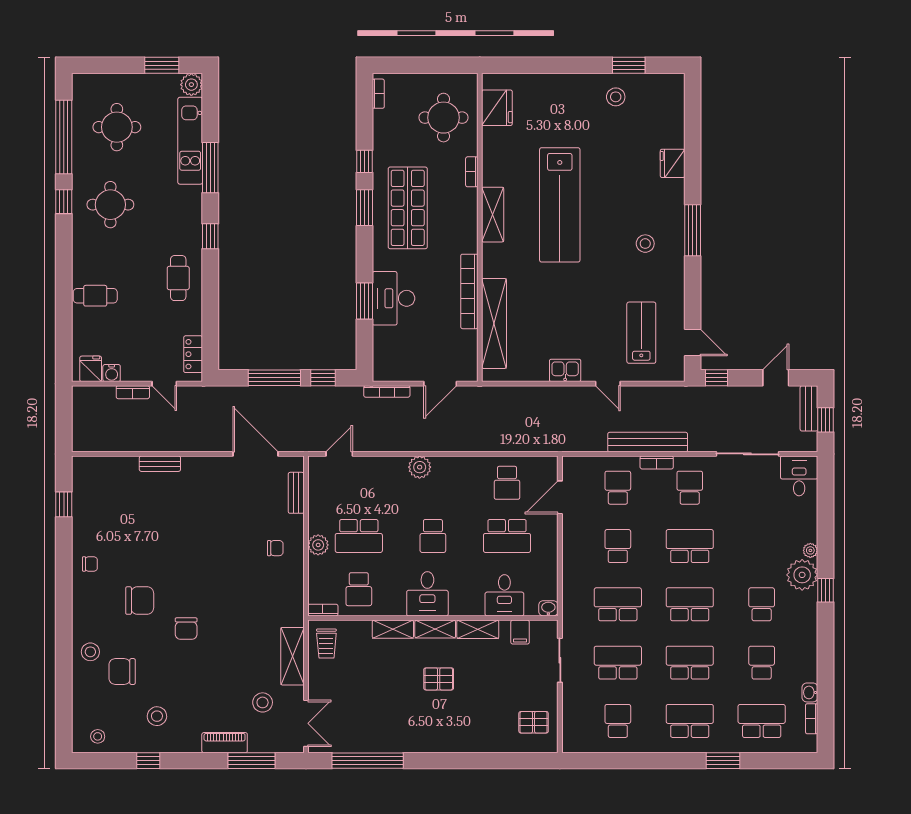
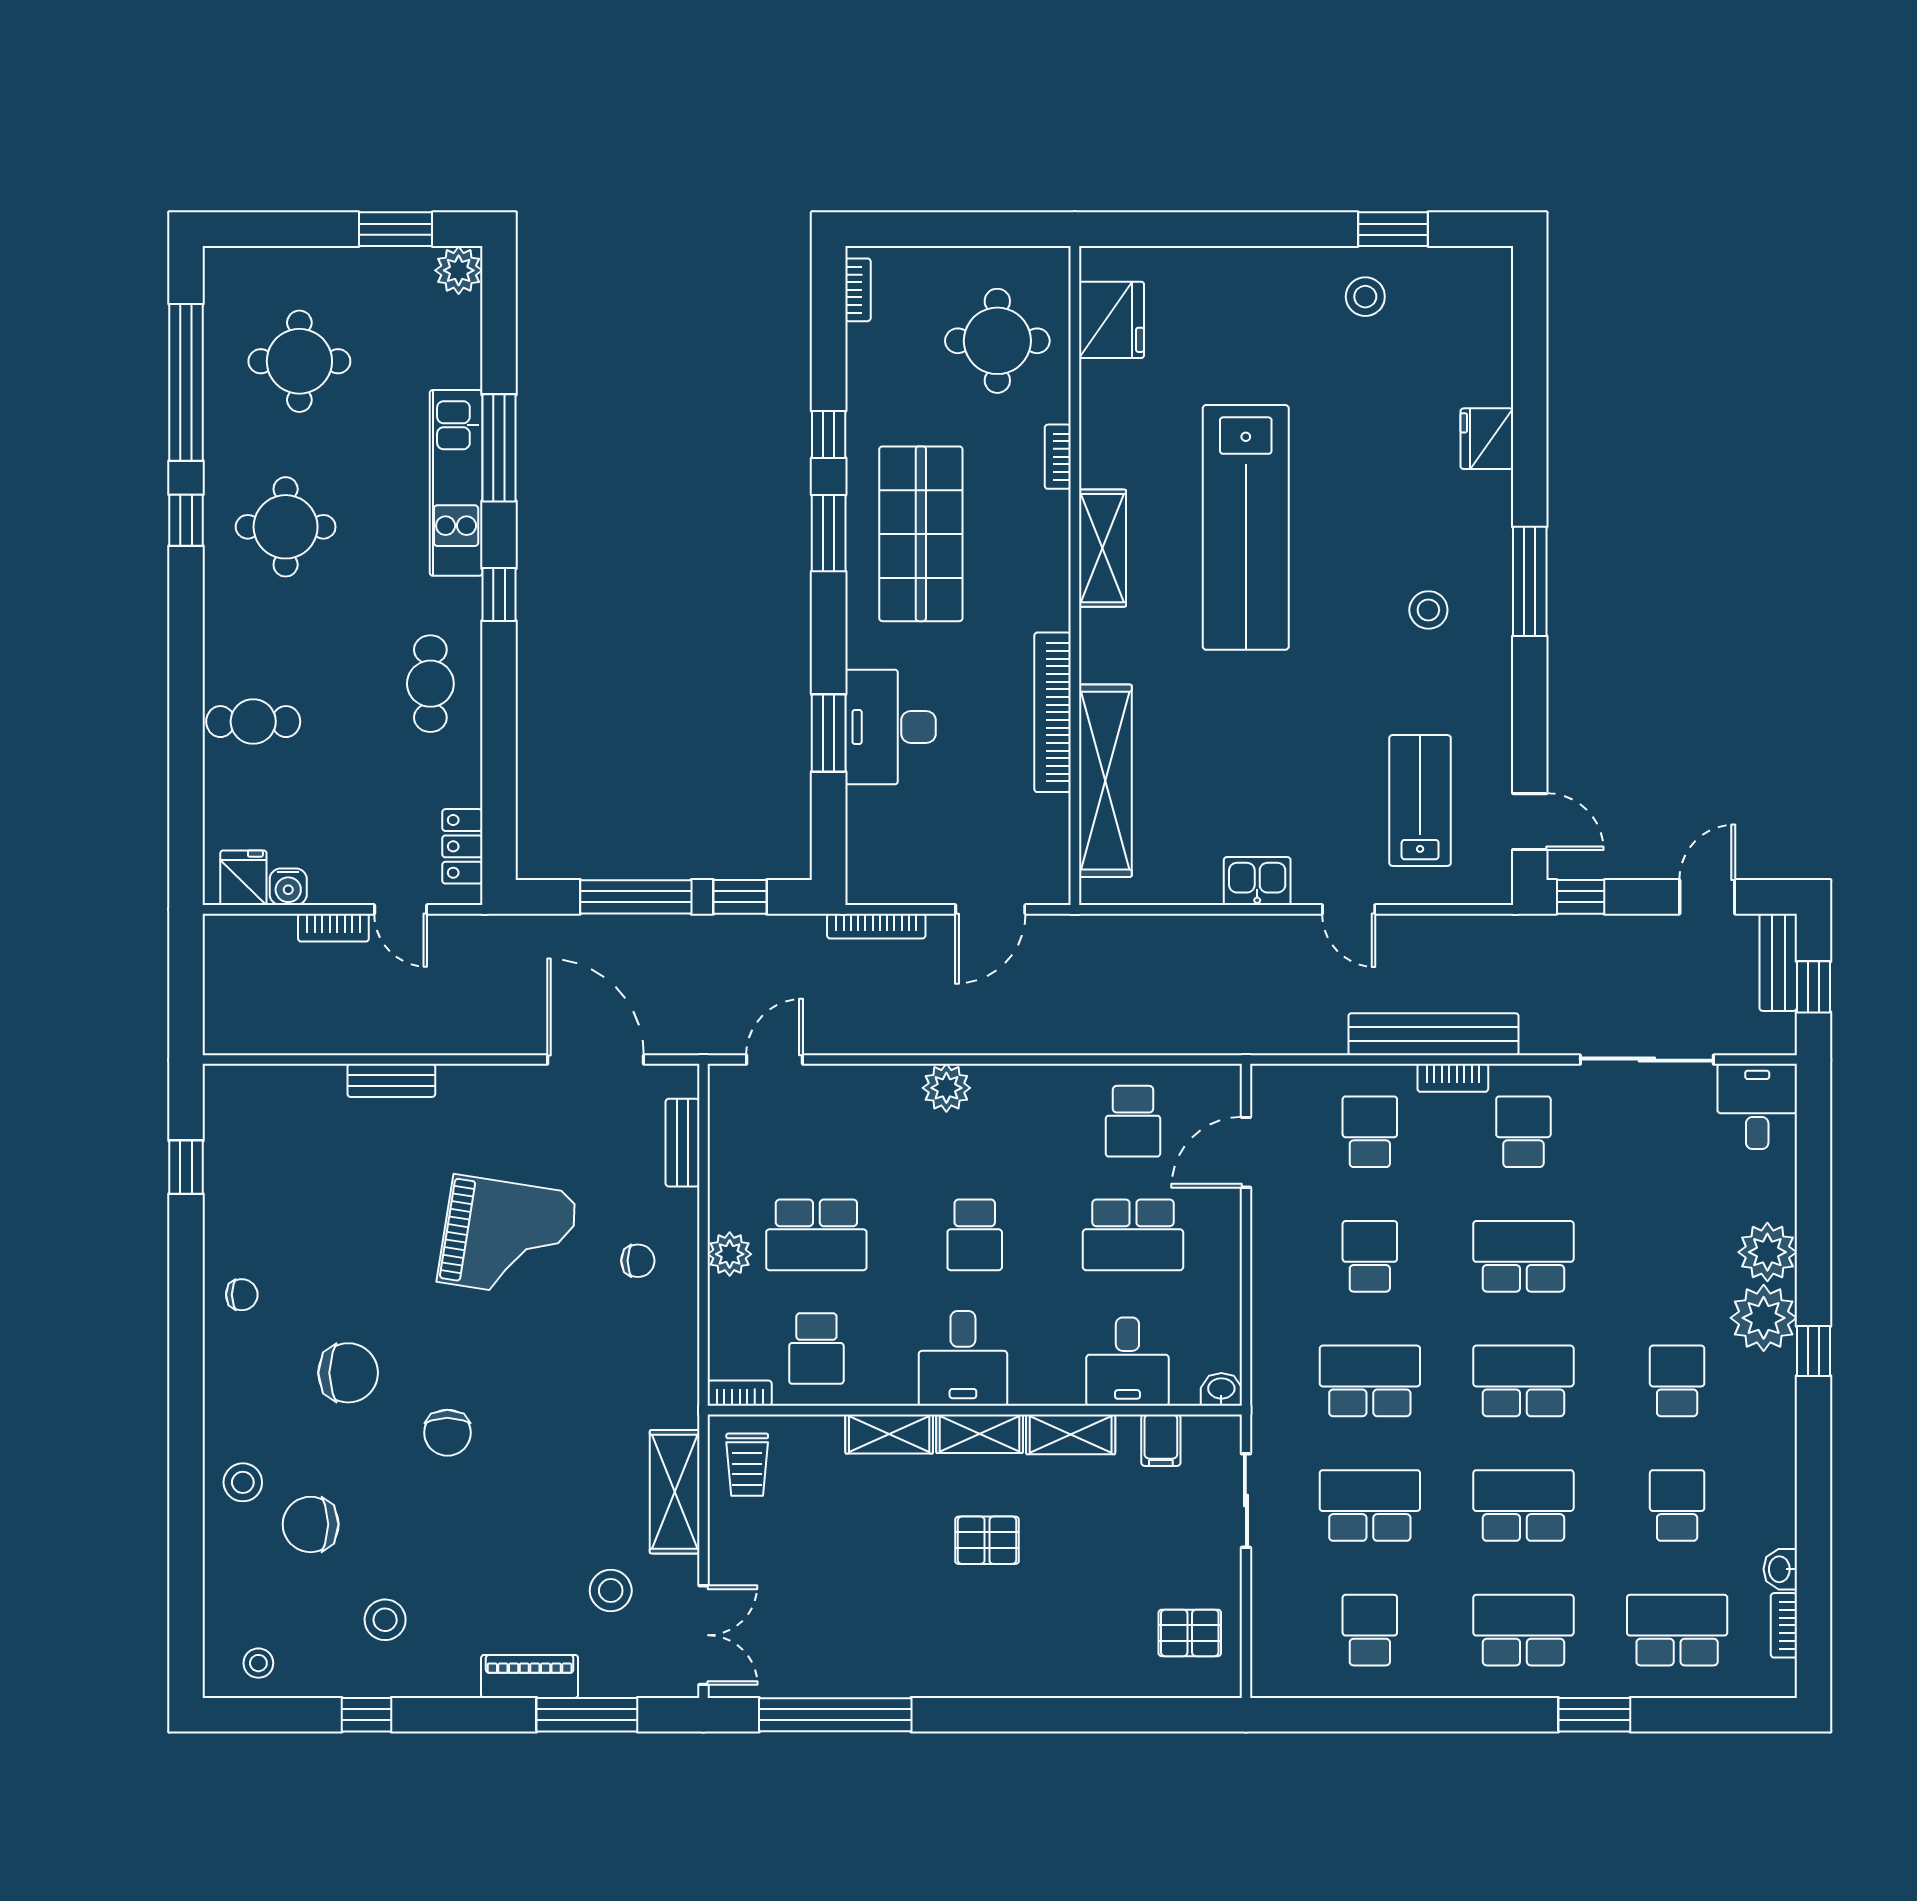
kitchen unit: (190, 141) -> (456, 483), moved
grand piano: (214, 537) -> (508, 1238), added
plant: (810, 550) -> (1767, 1252), width x1.88, depth x1.88

